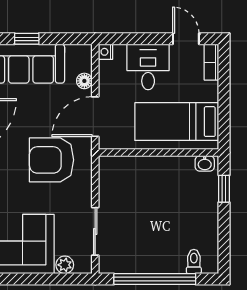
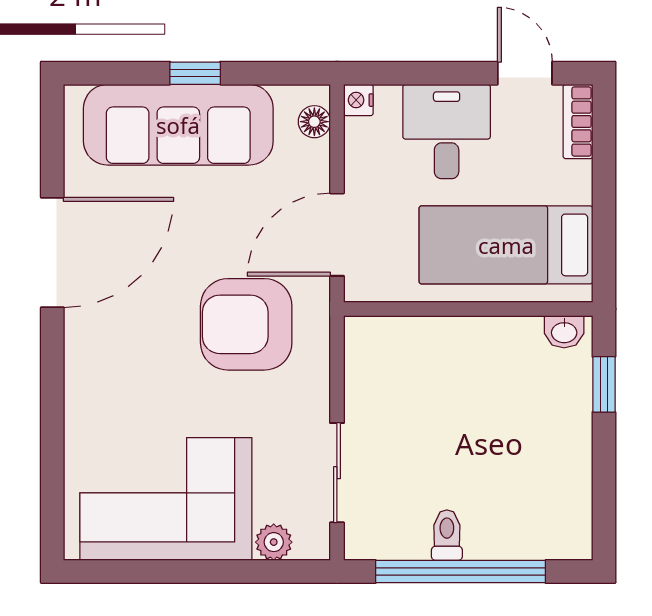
floor lamp: (84, 81) -> (314, 122), moved
toilet: (194, 261) -> (447, 535), moved

